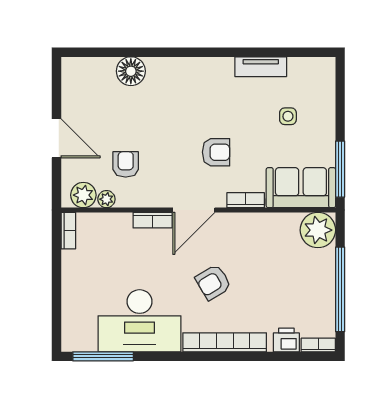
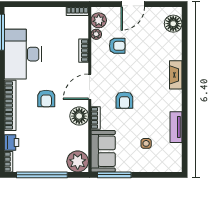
fireplace: (174, 67) -> (176, 75), added
floor lamp: (131, 71) -> (173, 24), moved
door: (194, 210) -> (90, 87), hinge flipped
bookcase: (153, 220) -> (84, 51), moved
floor lamp: (242, 228) -> (79, 116), added
armchair: (213, 282) -> (46, 98), turned -149

